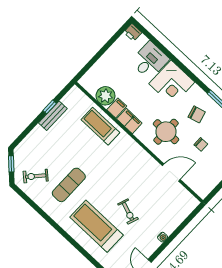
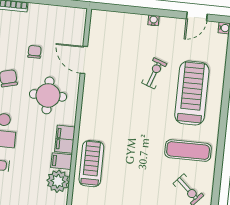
treadmill: (100, 126) -> (91, 164), turned 180
exercise mat: (69, 185) -> (188, 151), moved
treadmill: (97, 226) -> (192, 93), turned 180

